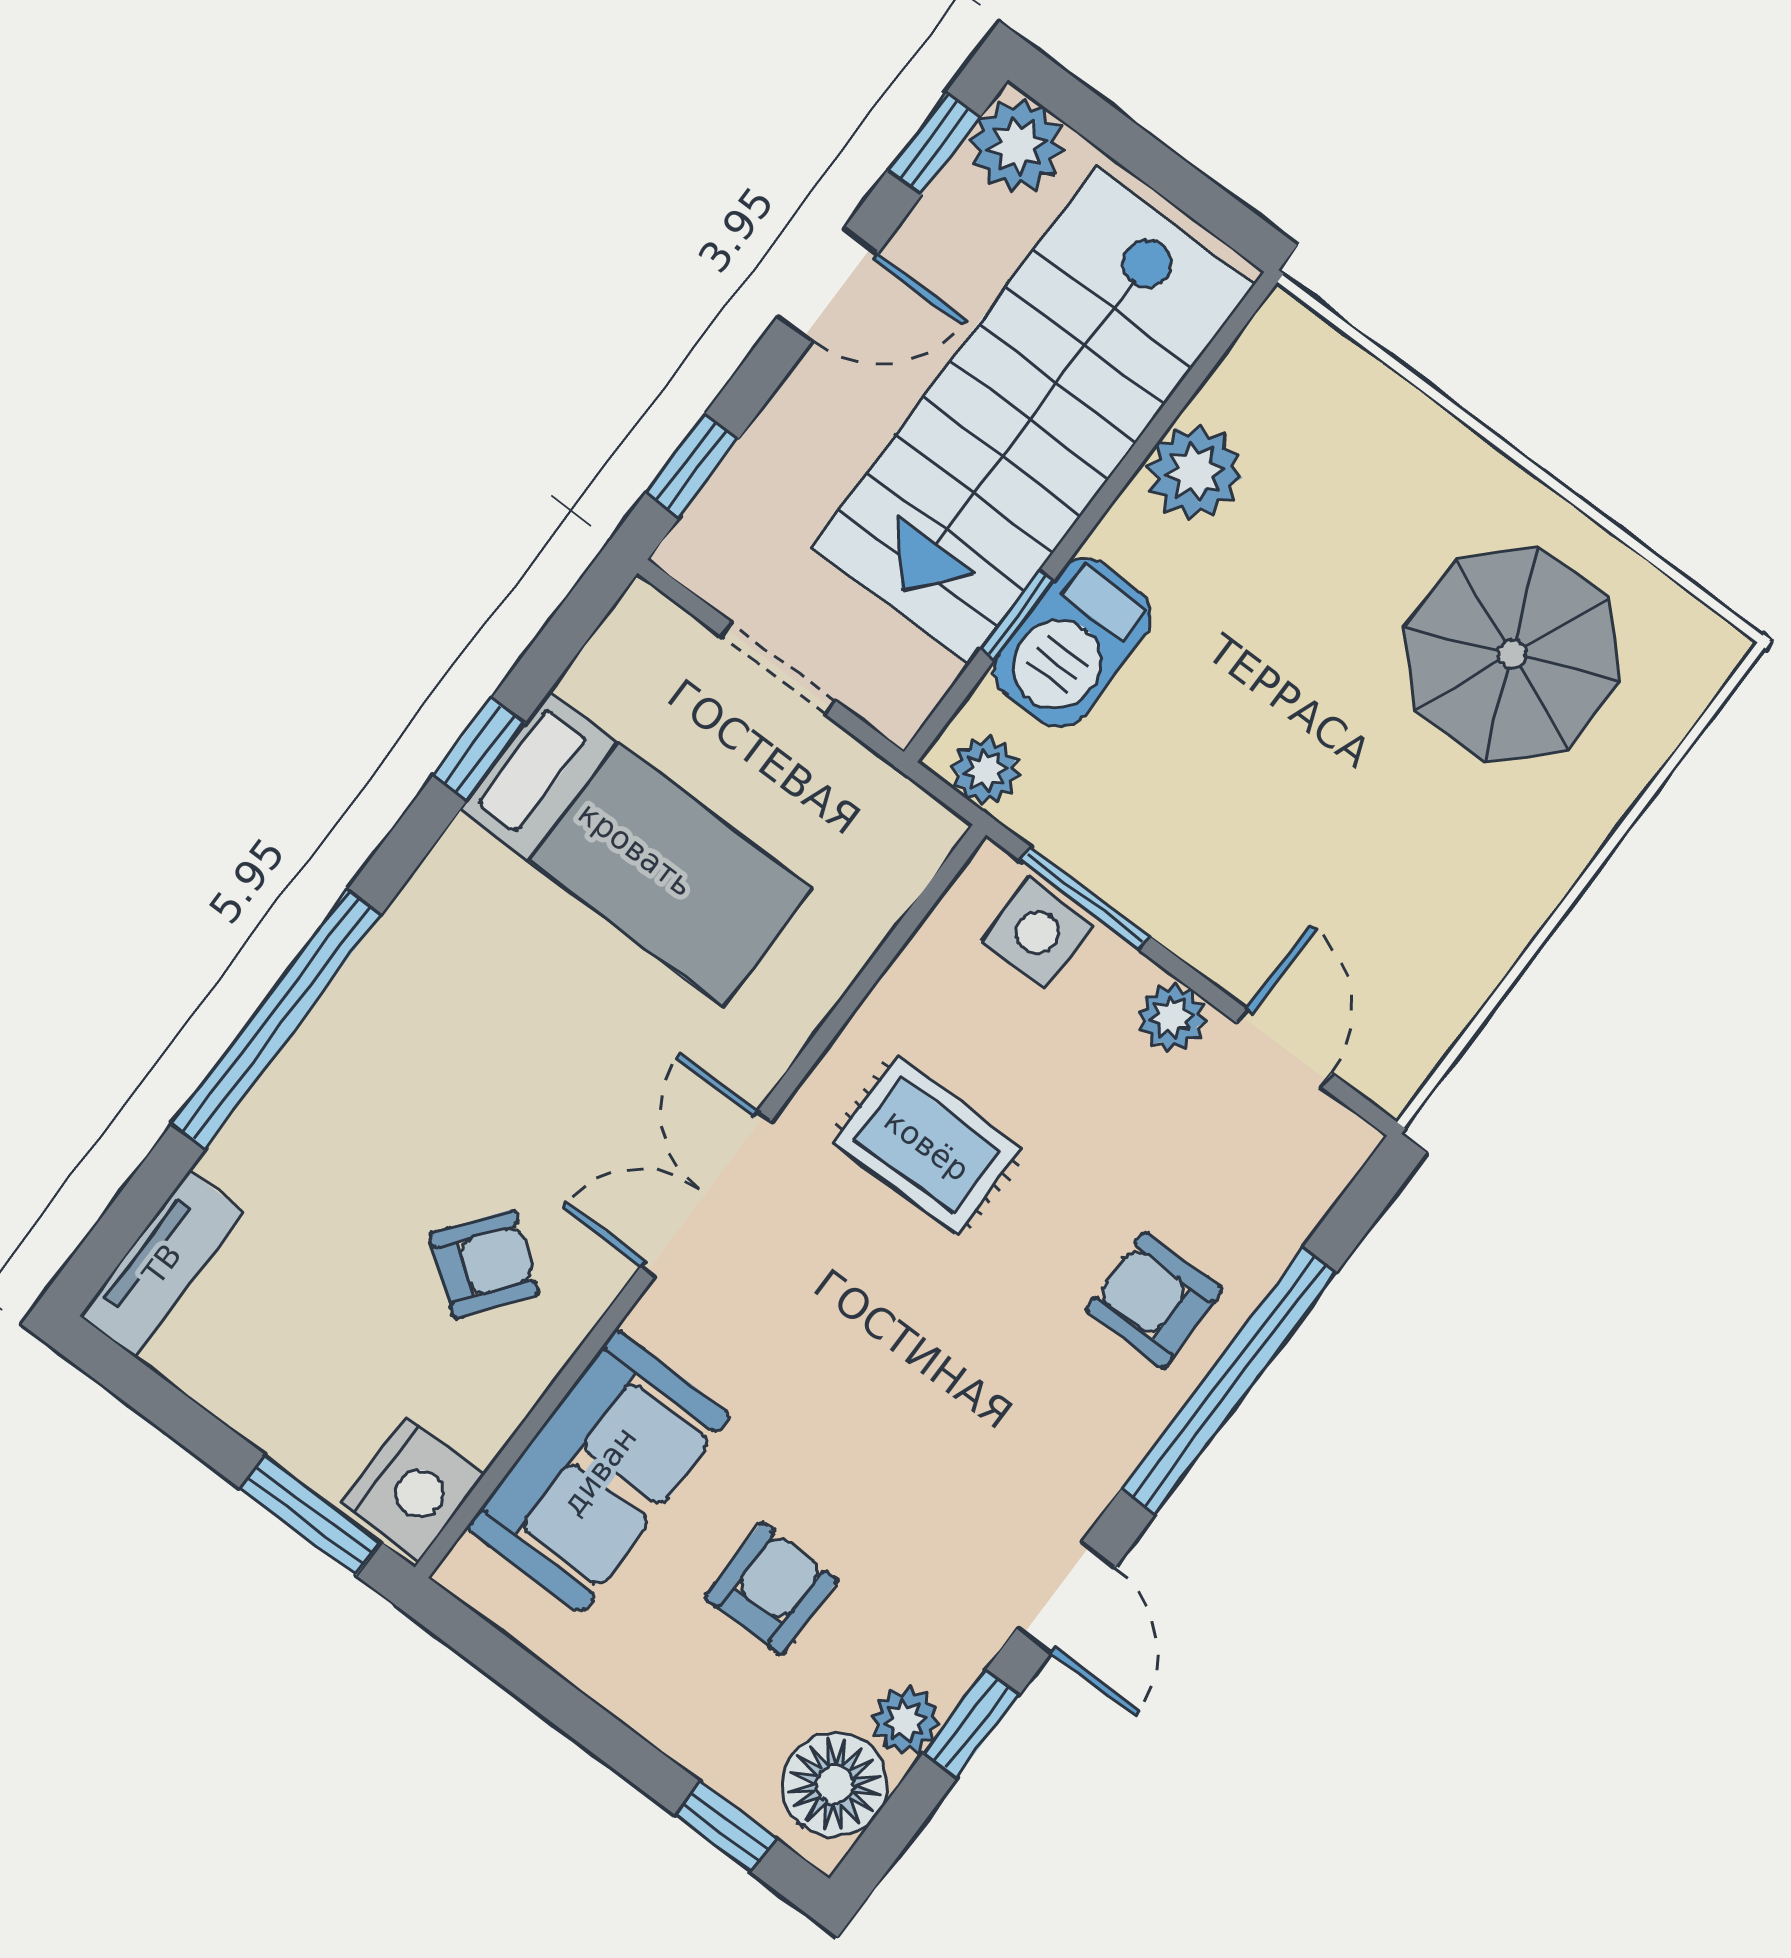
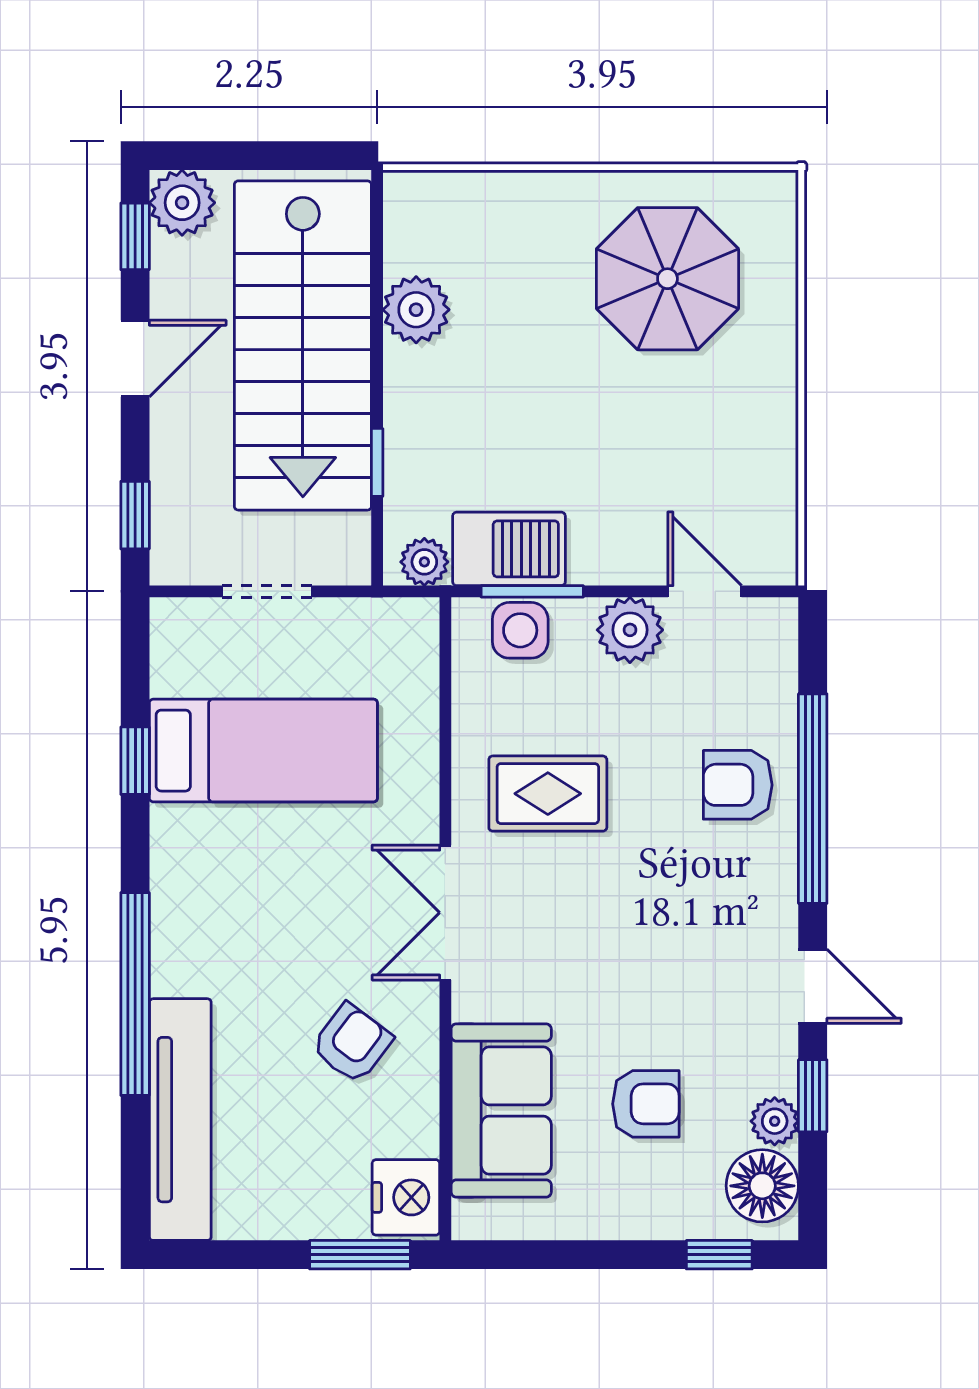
barbecue: (1073, 643) -> (509, 549), moved, turned -90
plant: (1172, 1017) -> (630, 630), width x1.38, depth x1.38
tv unit: (162, 1264) -> (180, 1120), width x1.92, depth x1.29
armchair: (771, 1589) -> (646, 1104), turned 90

